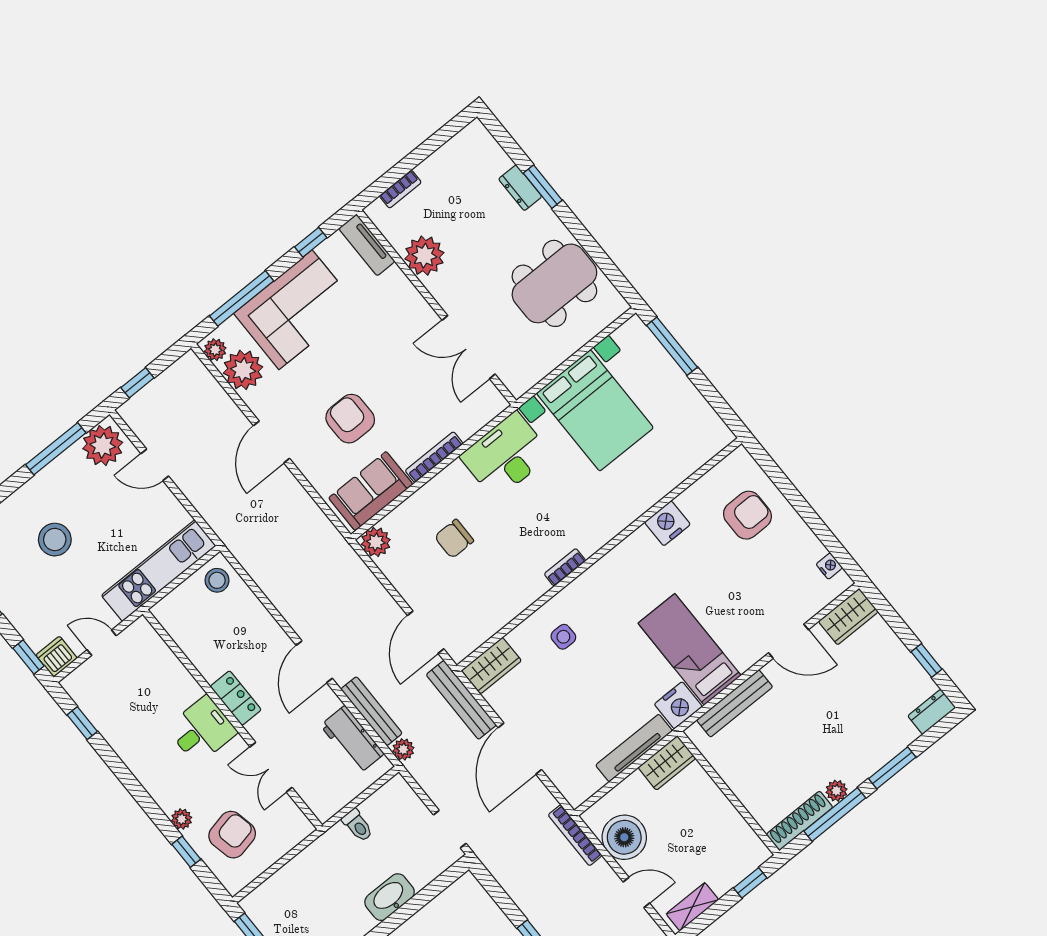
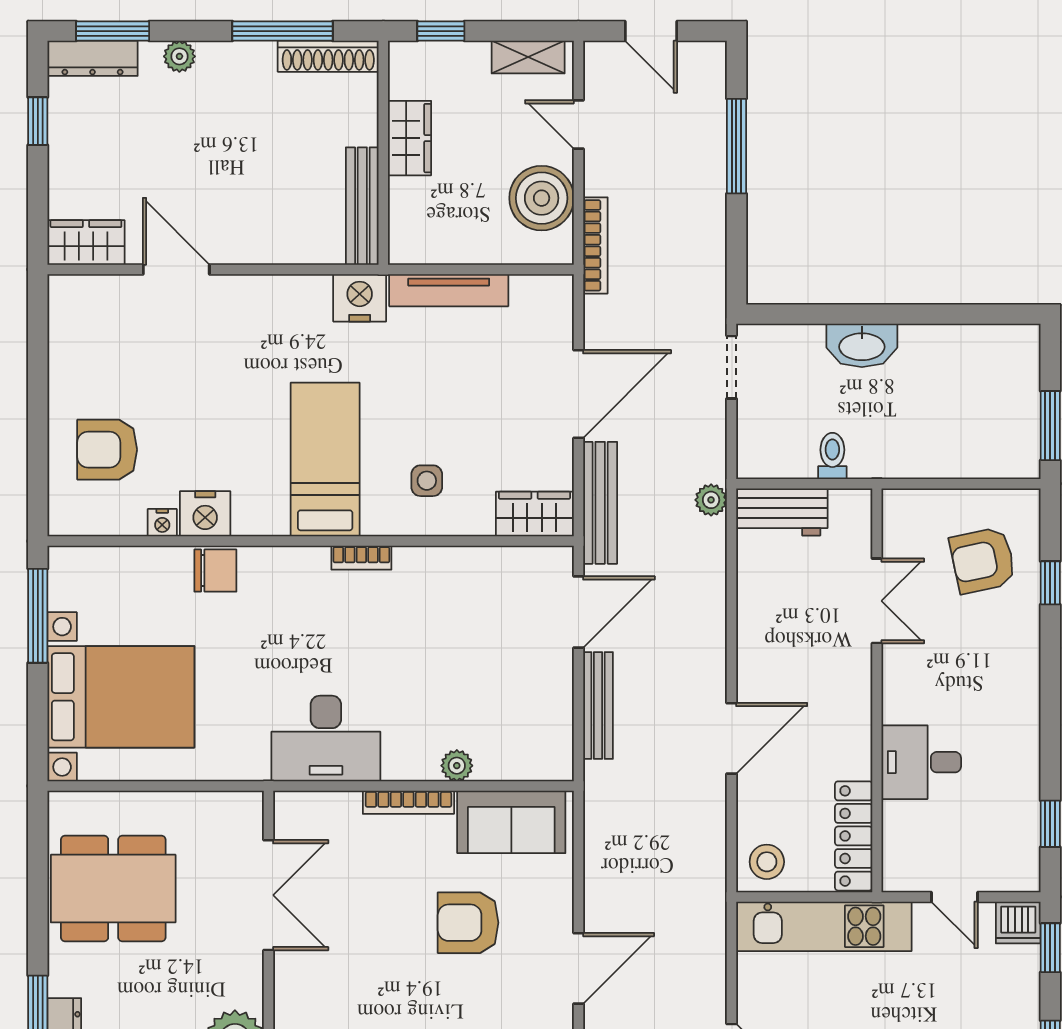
window: (672, 346) -> (38, 616), moved
bed with nightstands: (595, 410) -> (121, 697), moved, turned 90
armchair: (350, 419) -> (468, 923), turned 90
chair: (454, 539) -> (215, 571), moved
plant: (376, 542) -> (457, 766), moved, width x0.73, depth x0.73
nightstand: (829, 566) -> (162, 523), moved, turned -90
bed: (690, 649) -> (325, 460), moved, turned 180
door: (314, 662) -> (732, 738), moved
locker: (236, 698) -> (854, 836), moved, width x1.53
bench: (735, 703) -> (362, 206), moved, turned 90
bench: (371, 711) -> (598, 706), moved
dresser: (932, 712) -> (92, 58), width x1.44
desk: (202, 730) -> (921, 762), moved
workbench: (352, 740) -> (782, 512), moved, turned 90
wardrobe: (667, 763) -> (410, 138), moved, turned 90
window: (892, 768) -> (113, 31), moved
plant: (836, 791) -> (179, 56), moved
plant: (182, 819) -> (1026, 624), removed

